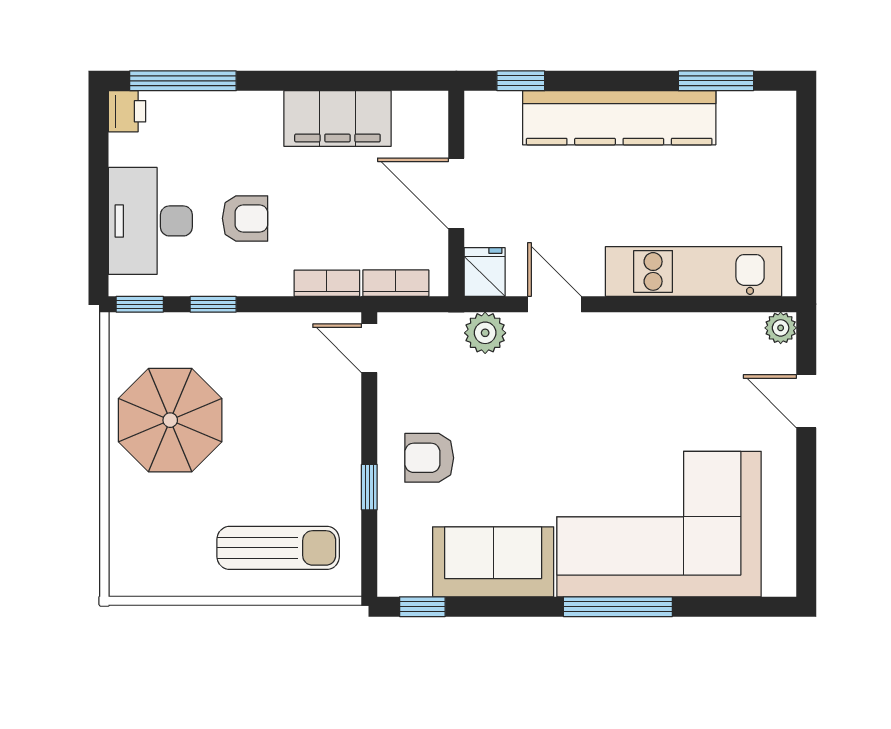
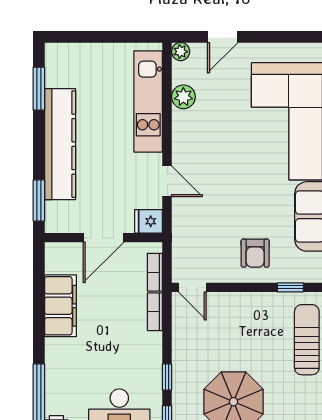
window: (521, 81) -> (39, 201), width x1.50
armchair: (245, 218) -> (118, 359), removed
door: (554, 304) -> (167, 181), swing flipped
plant: (485, 333) -> (183, 97), moved
door: (369, 348) -> (192, 287), hinge flipped
window: (369, 487) -> (290, 287), moved

